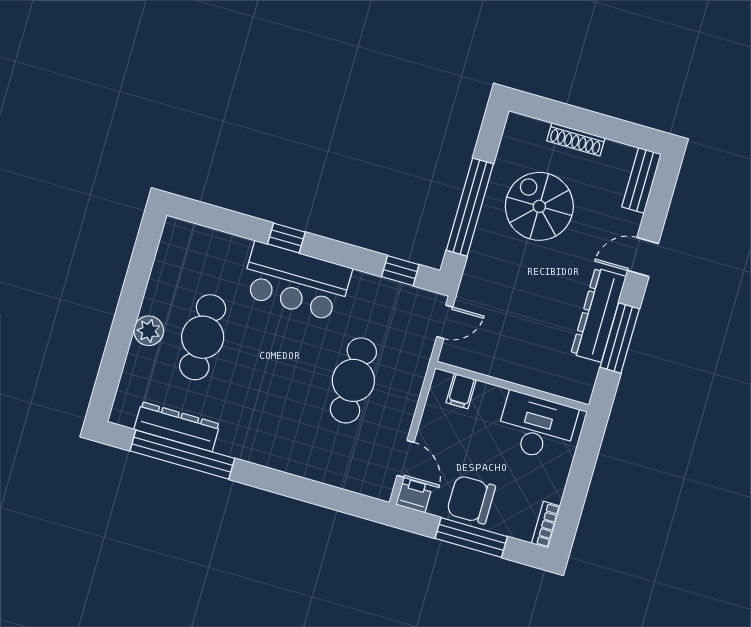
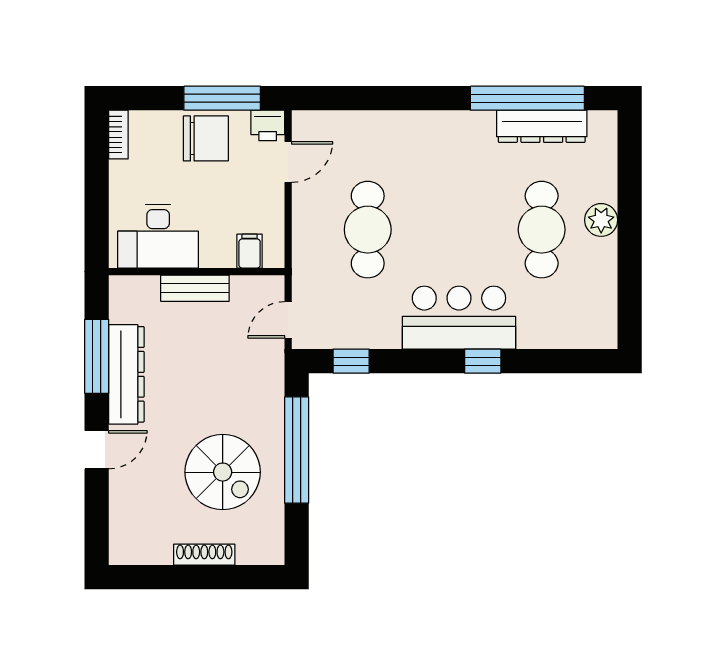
bench: (641, 180) -> (195, 288), moved, turned 90
door: (406, 459) -> (288, 162), swing flipped
window: (471, 537) -> (222, 98), moved

